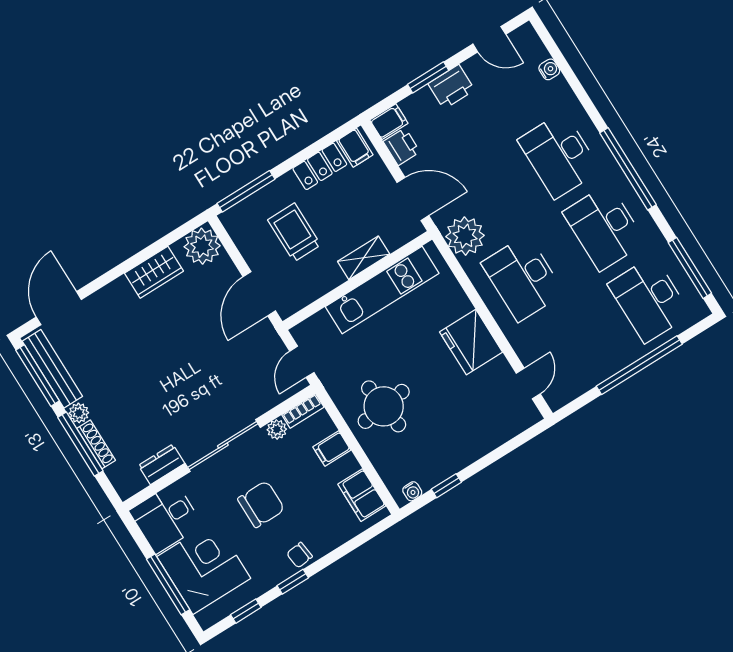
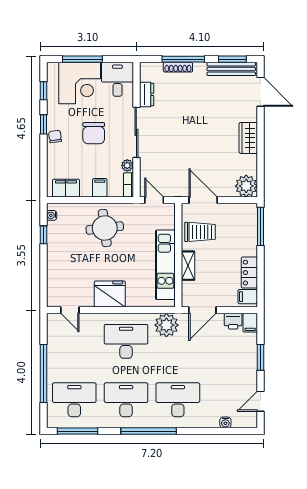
printer: (451, 87) -> (248, 366), removed
trolley: (294, 232) -> (200, 232), moved
wardrobe: (154, 272) -> (248, 138), moved
window: (38, 376) -> (232, 59), width x0.69
plant: (79, 413) -> (200, 68), removed

